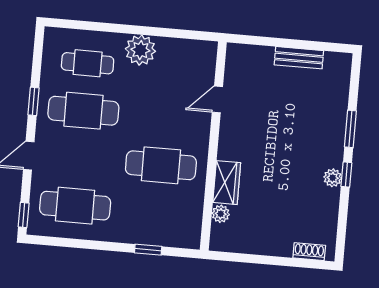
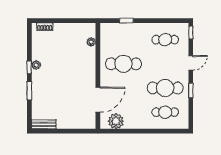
plant: (140, 50) -> (116, 121), moved
bench: (299, 58) -> (44, 124), moved
door: (217, 99) -> (98, 100), width x1.88
wardrobe: (227, 183) -> (89, 58), removed
cafe table: (75, 206) -> (165, 40), width x0.73, depth x0.74

